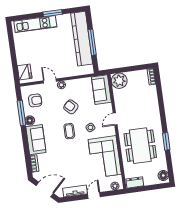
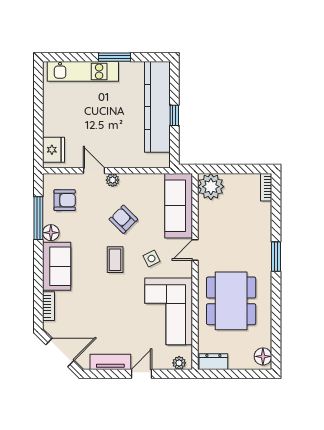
window: (92, 42) -> (174, 115), width x0.46
sofa: (101, 90) -> (179, 206), width x1.36
window: (166, 141) -> (276, 257), moved

